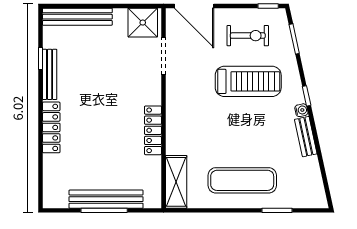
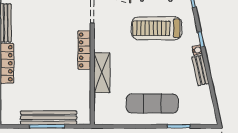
treadmill: (248, 81) -> (157, 28), turned 180
locker: (153, 130) -> (84, 50), moved
shelving: (176, 182) -> (102, 73), moved

